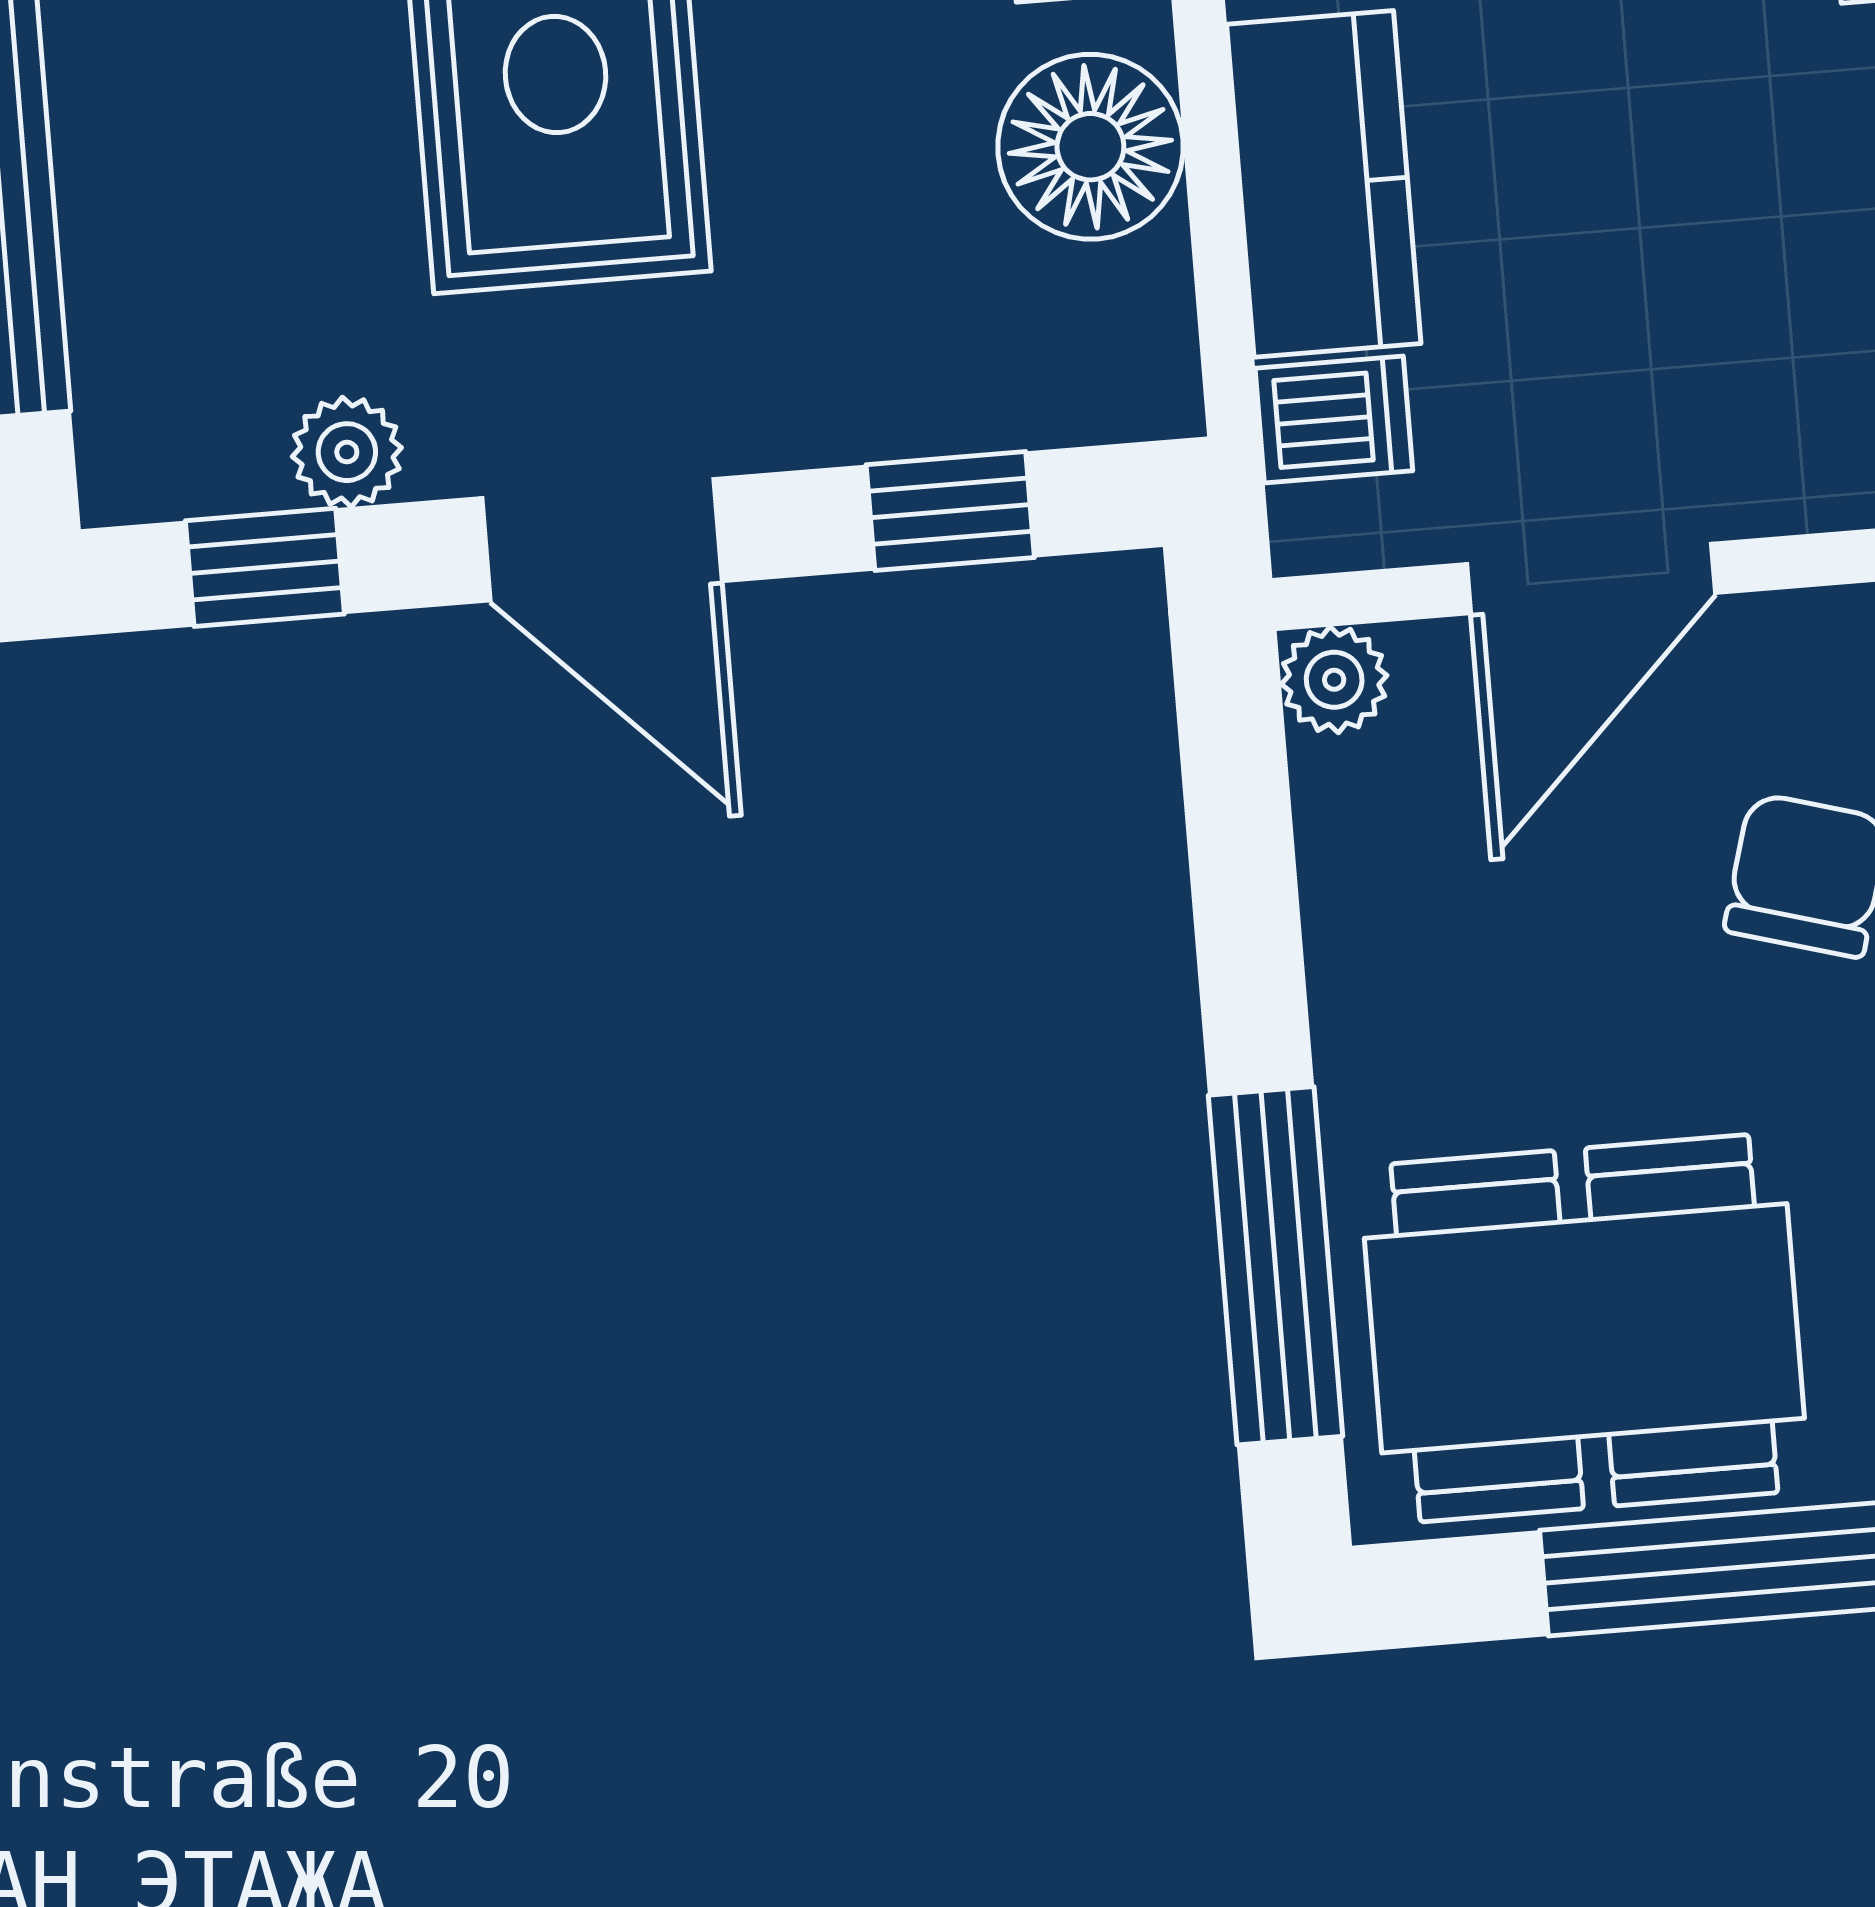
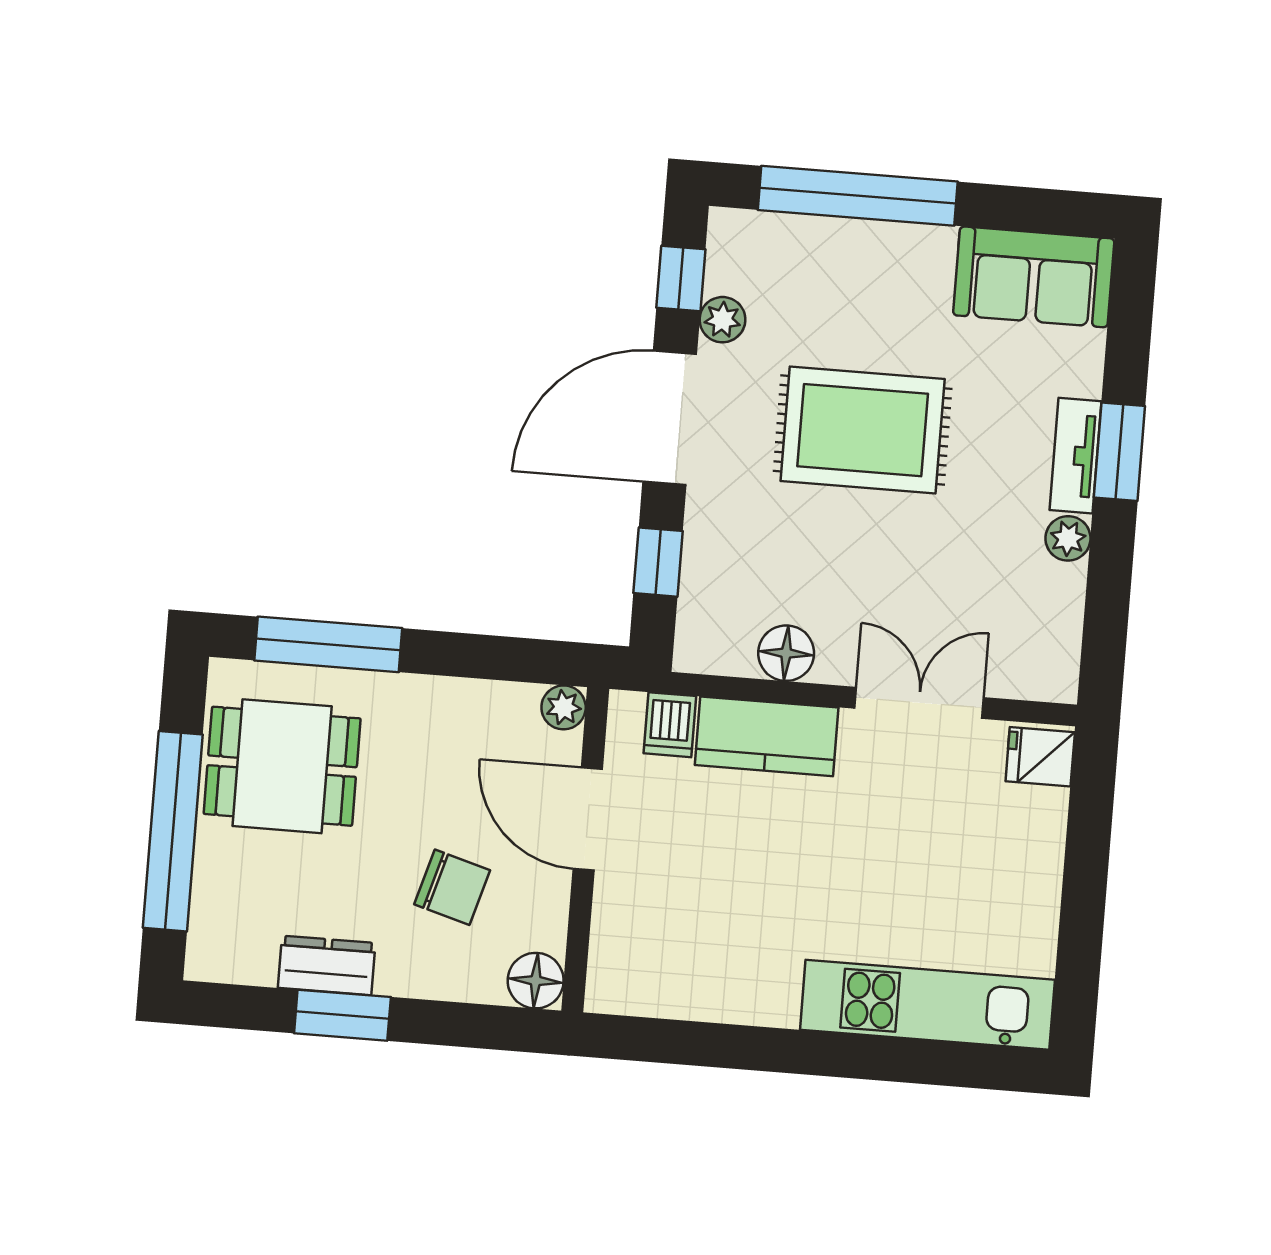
floor lamp: (1090, 147) -> (786, 653), width x0.73, depth x0.73
door: (602, 540) -> (670, 418), width x1.36
dining table: (1584, 1328) -> (282, 766), width x0.73

